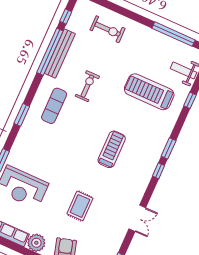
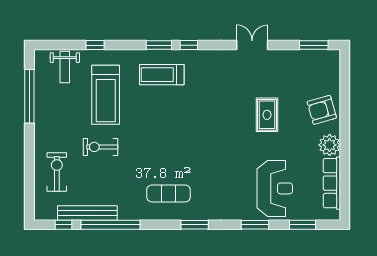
bench: (60, 54) -> (87, 213), moved
exercise bike: (87, 86) -> (100, 147), moved
treadmill: (112, 149) -> (162, 75), moved
rug: (80, 206) -> (267, 115), turned 90

